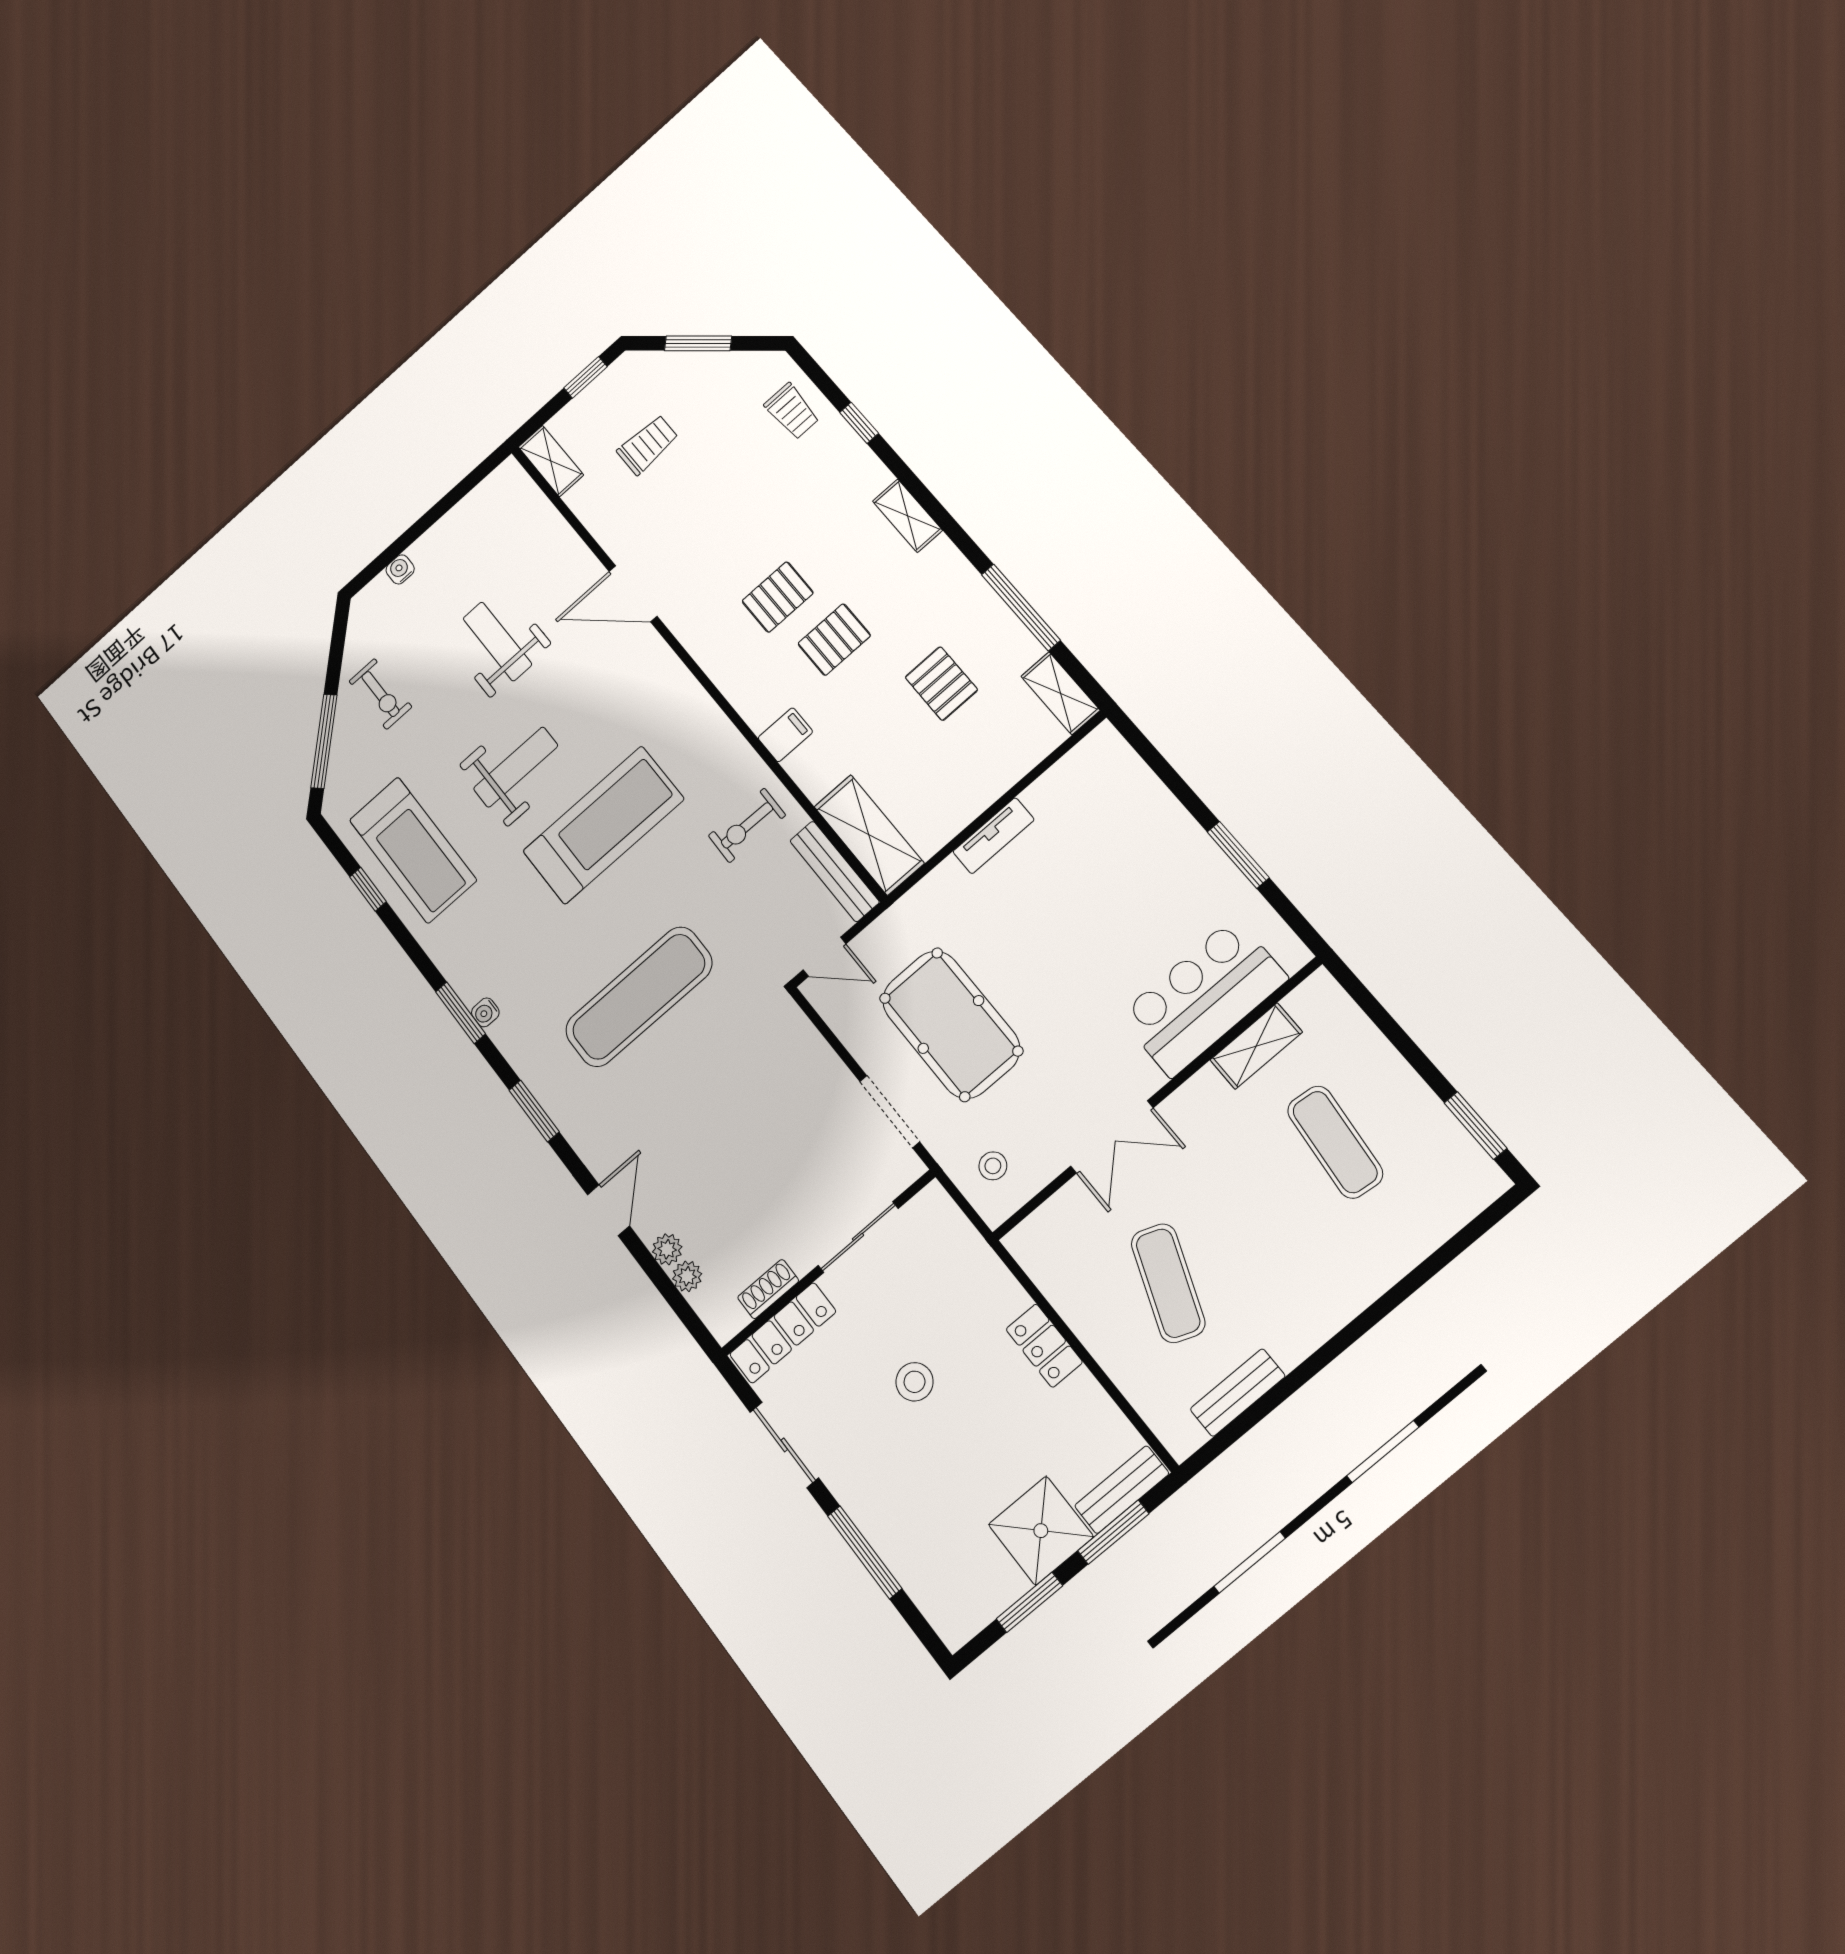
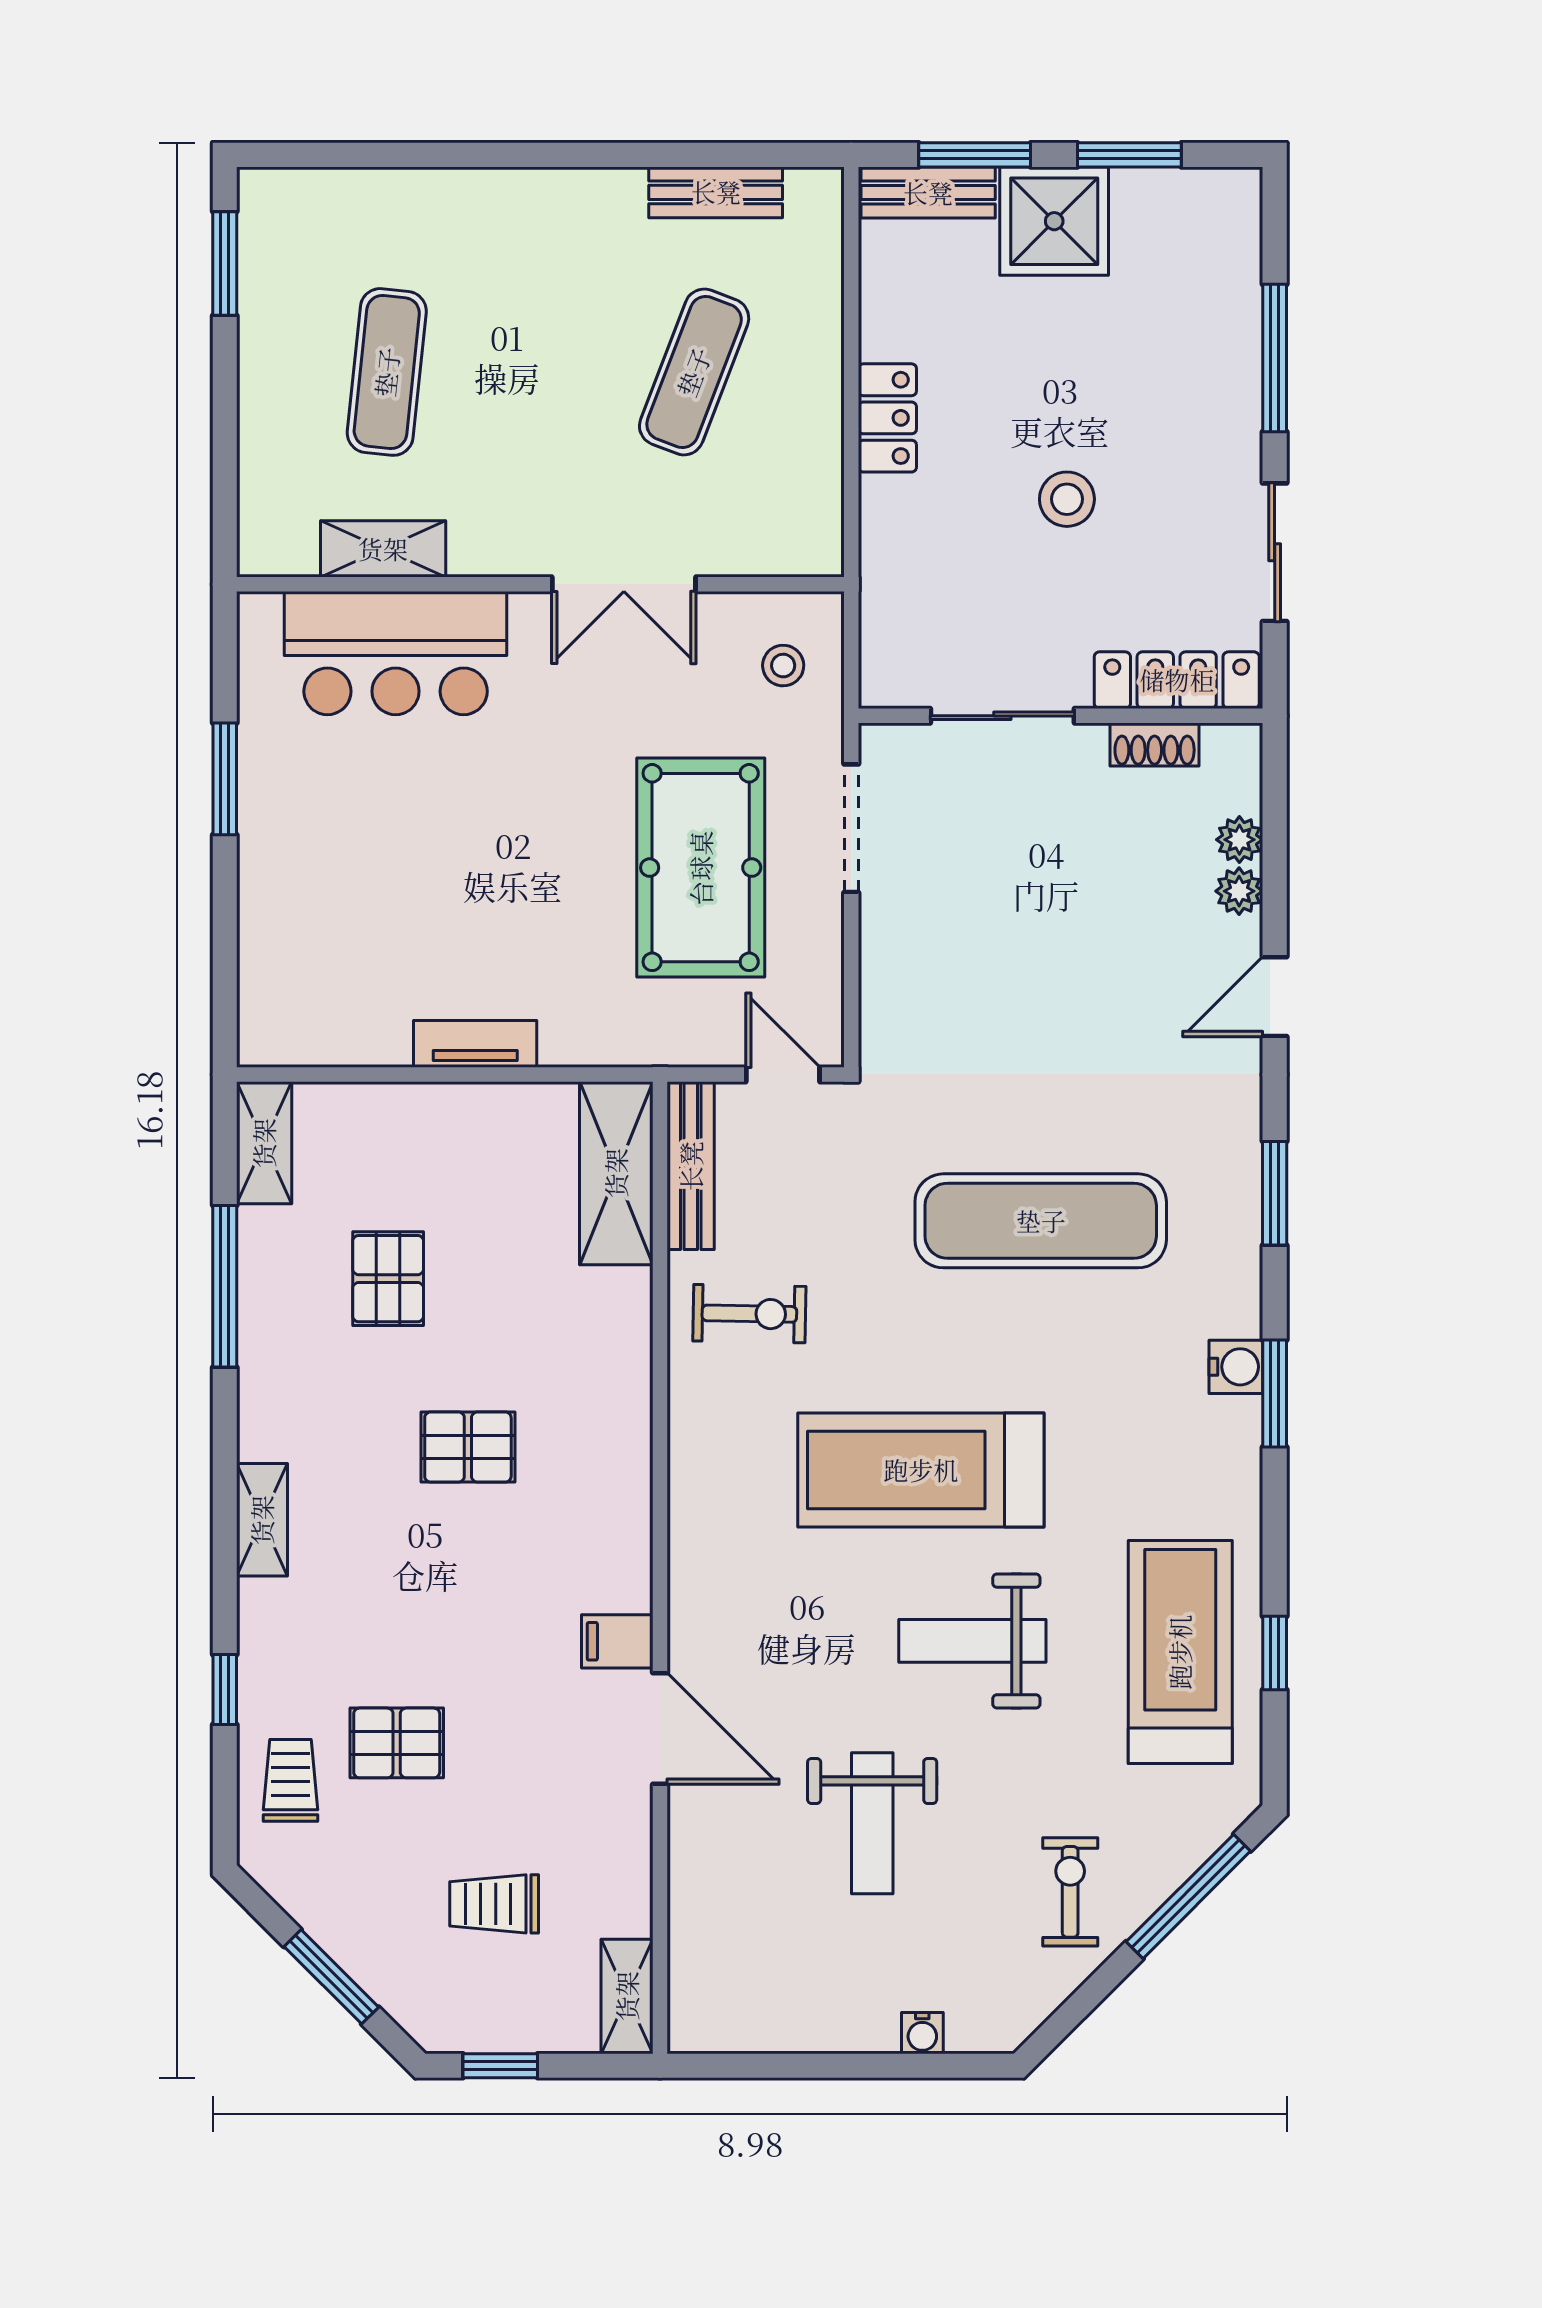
pallet: (778, 597) -> (397, 1743), moved
filing cabinet: (785, 735) -> (617, 1641), moved
water cooler: (485, 1012) -> (1236, 1367), width x1.38, depth x1.38
double door: (1112, 1137) -> (624, 584), swing flipped

